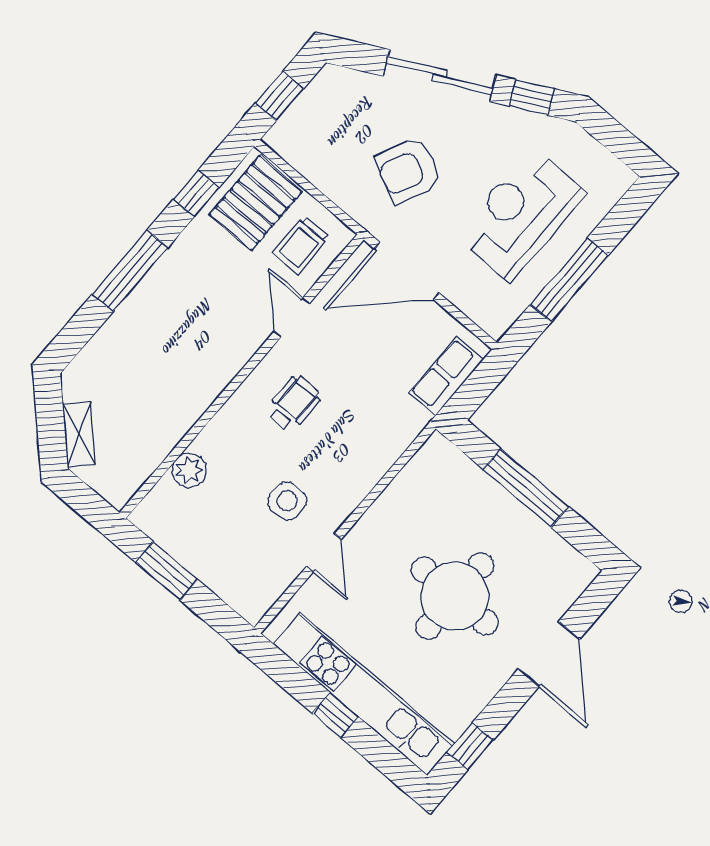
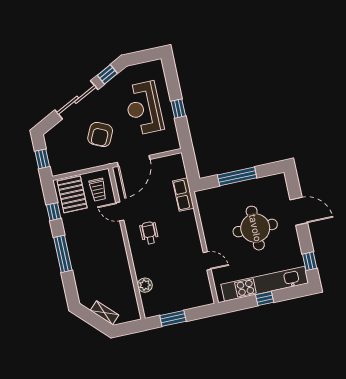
window: (569, 280) -> (178, 109), width x0.46
row of seats: (446, 376) -> (183, 195), moved
side table: (287, 501) -> (180, 260), removed

